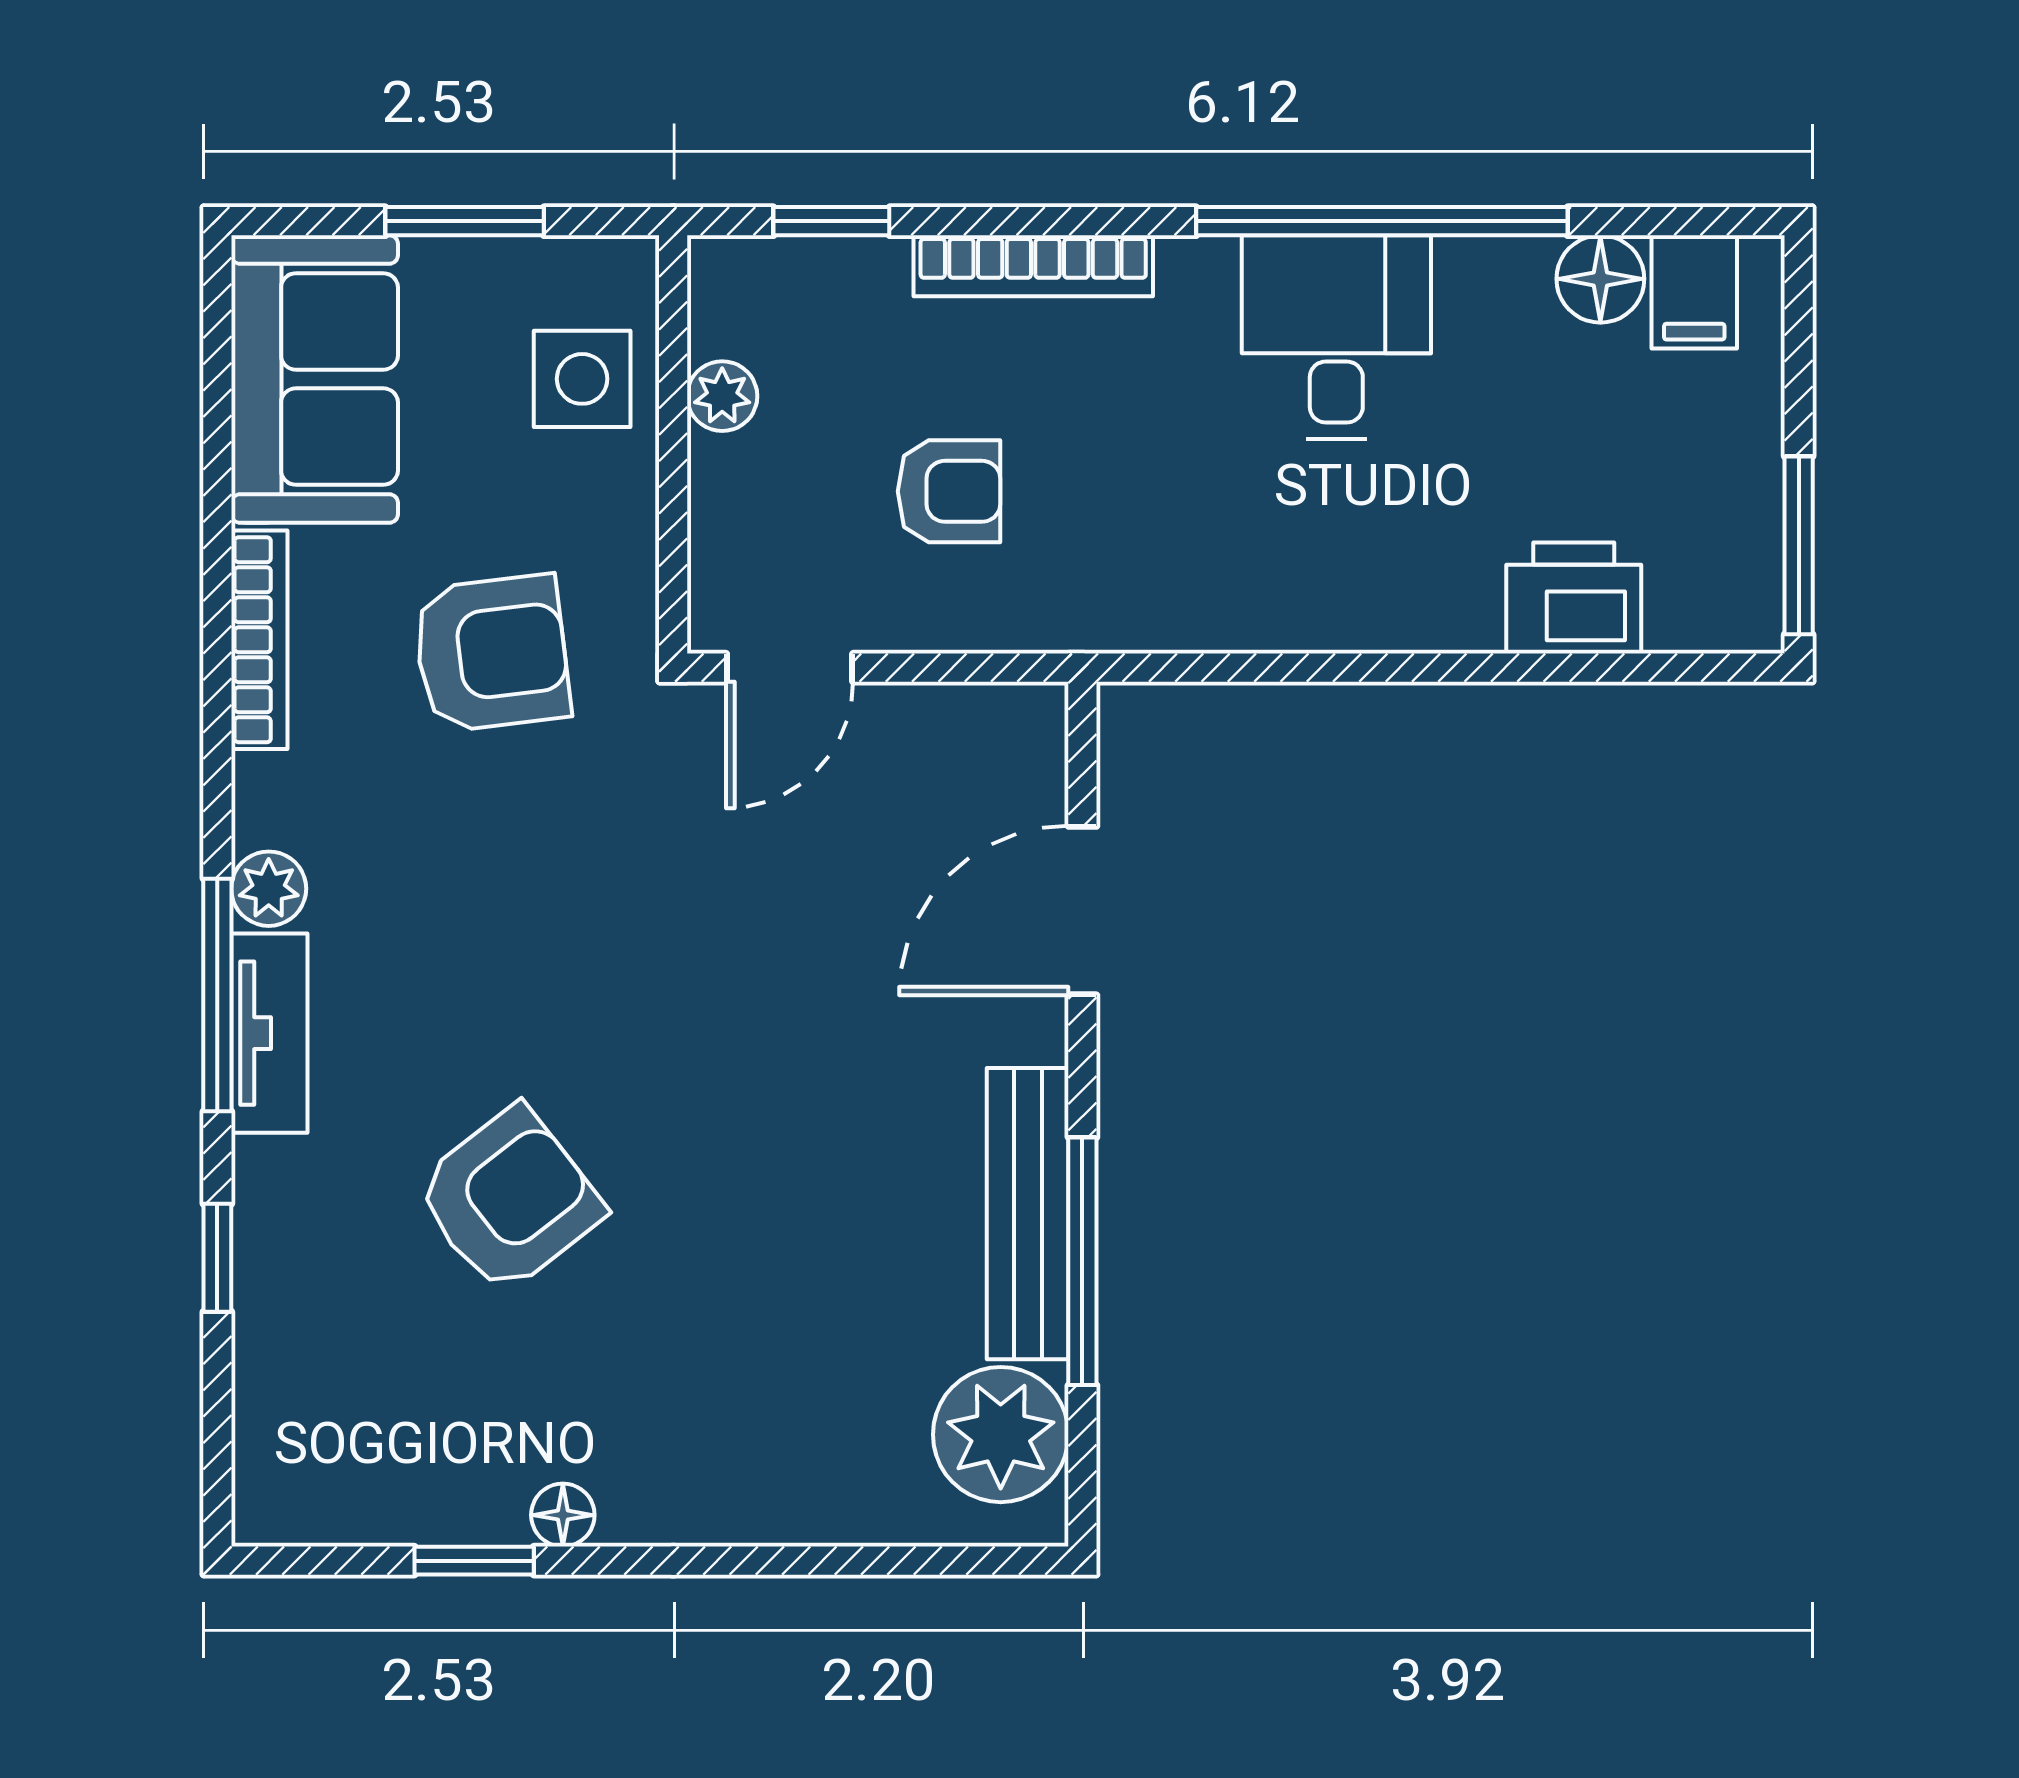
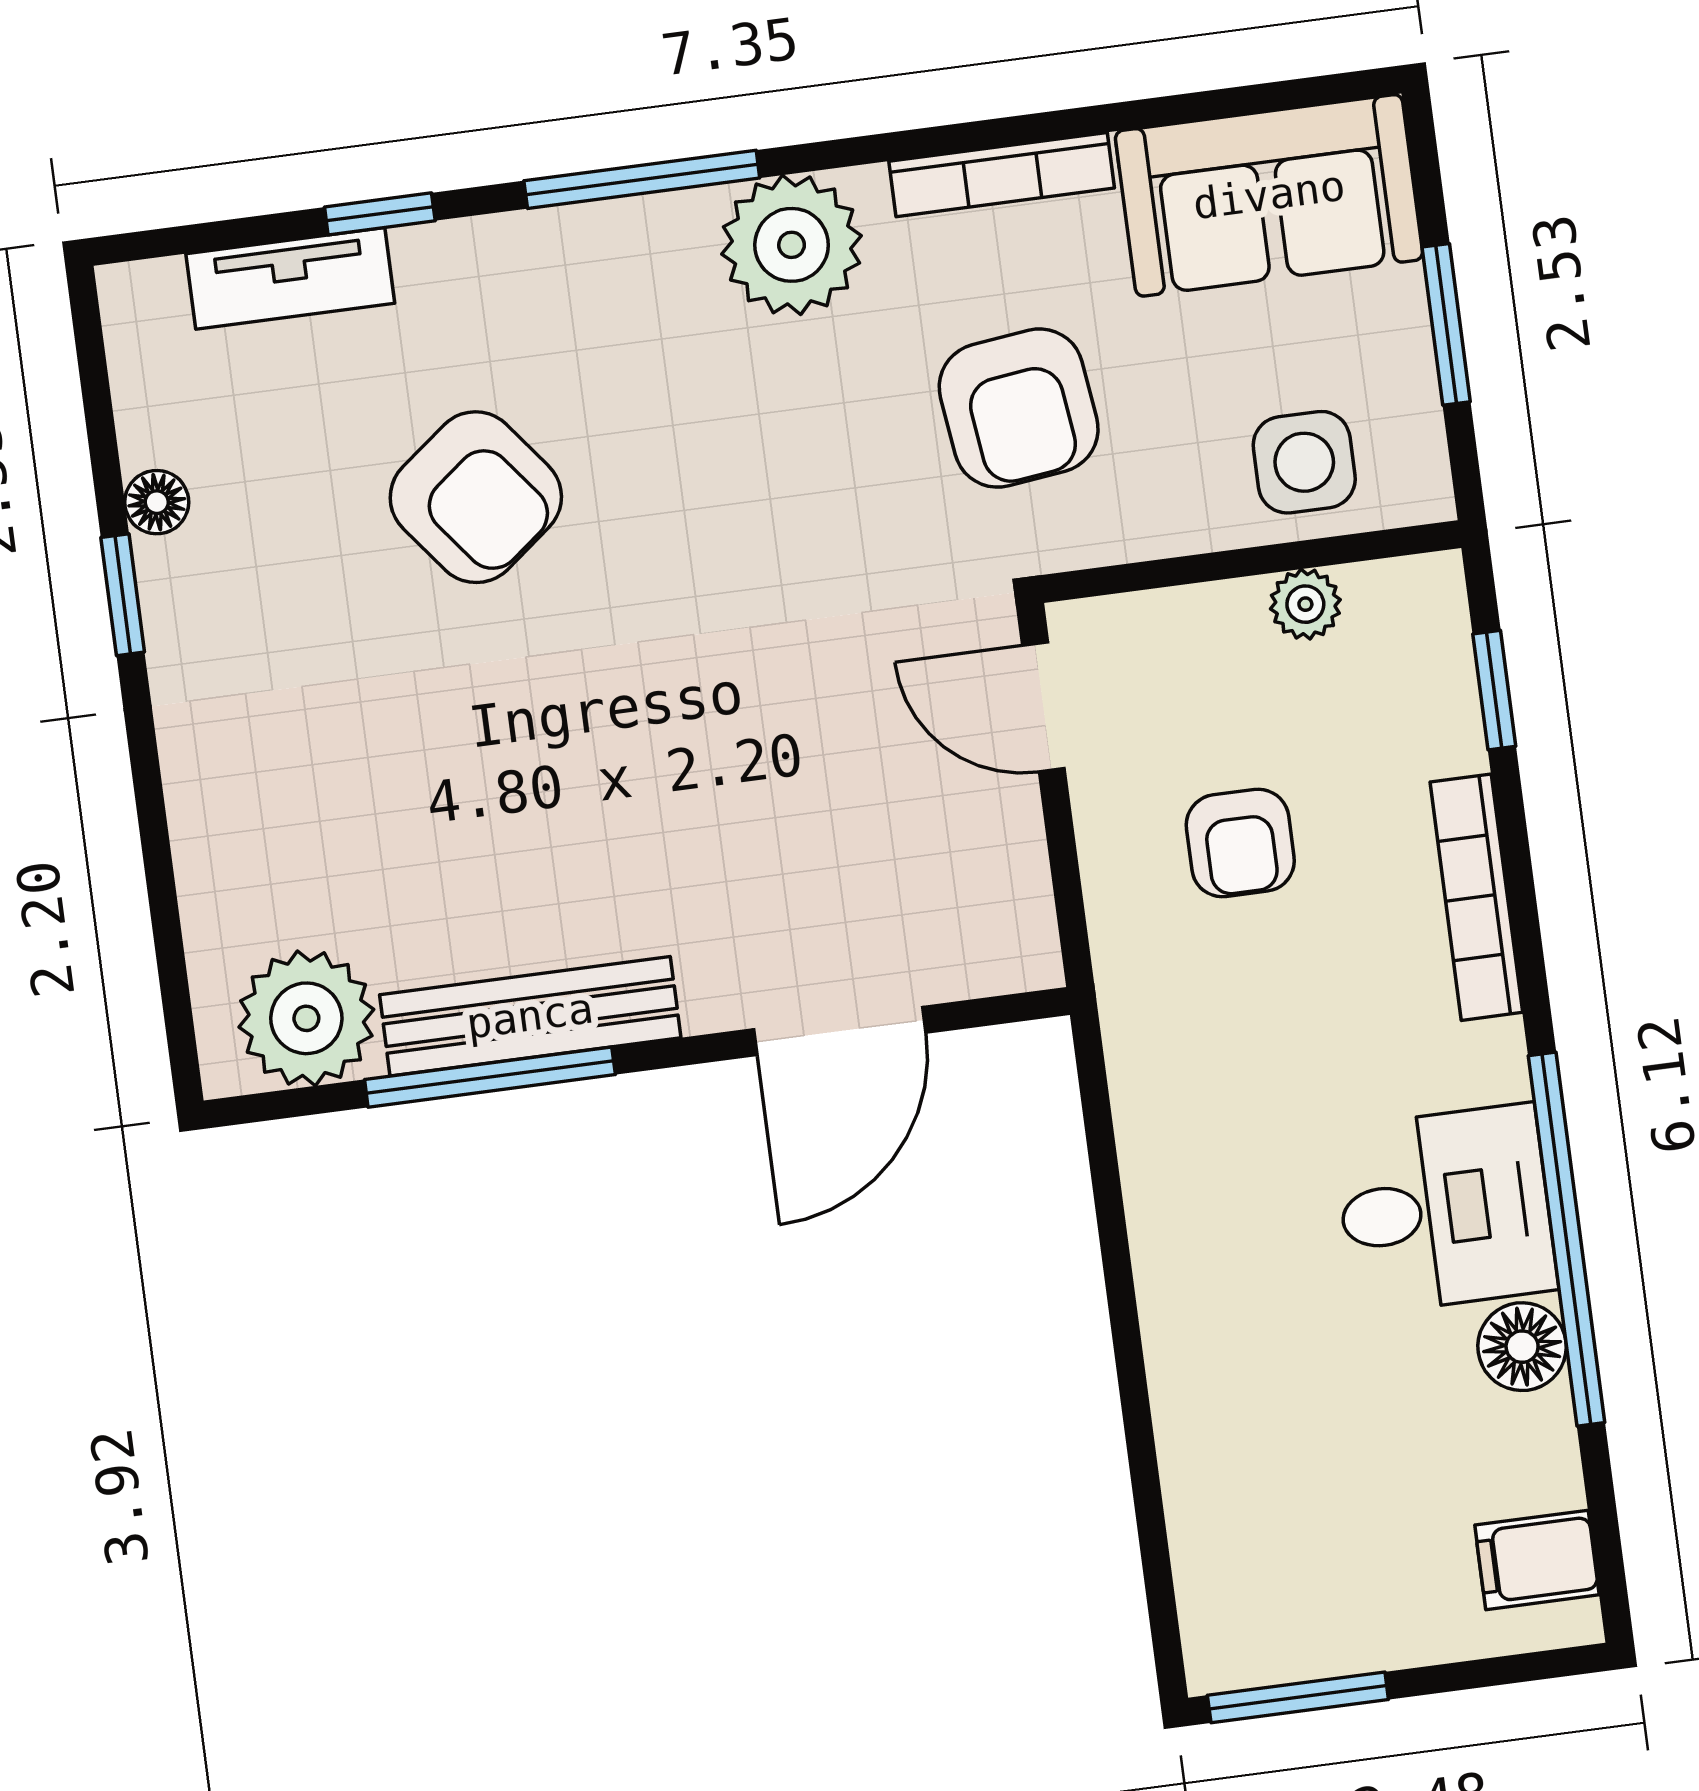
floor lamp: (1600, 279) -> (1522, 1347), moved
printer: (1574, 598) -> (1216, 1480), removed
plant: (269, 889) -> (792, 245), width x1.87, depth x1.87
door: (1082, 911) -> (840, 1031), swing flipped
tv unit: (269, 1033) -> (290, 278), moved
floor lamp: (563, 1515) -> (157, 502), moved
window: (474, 1561) -> (123, 595), moved

